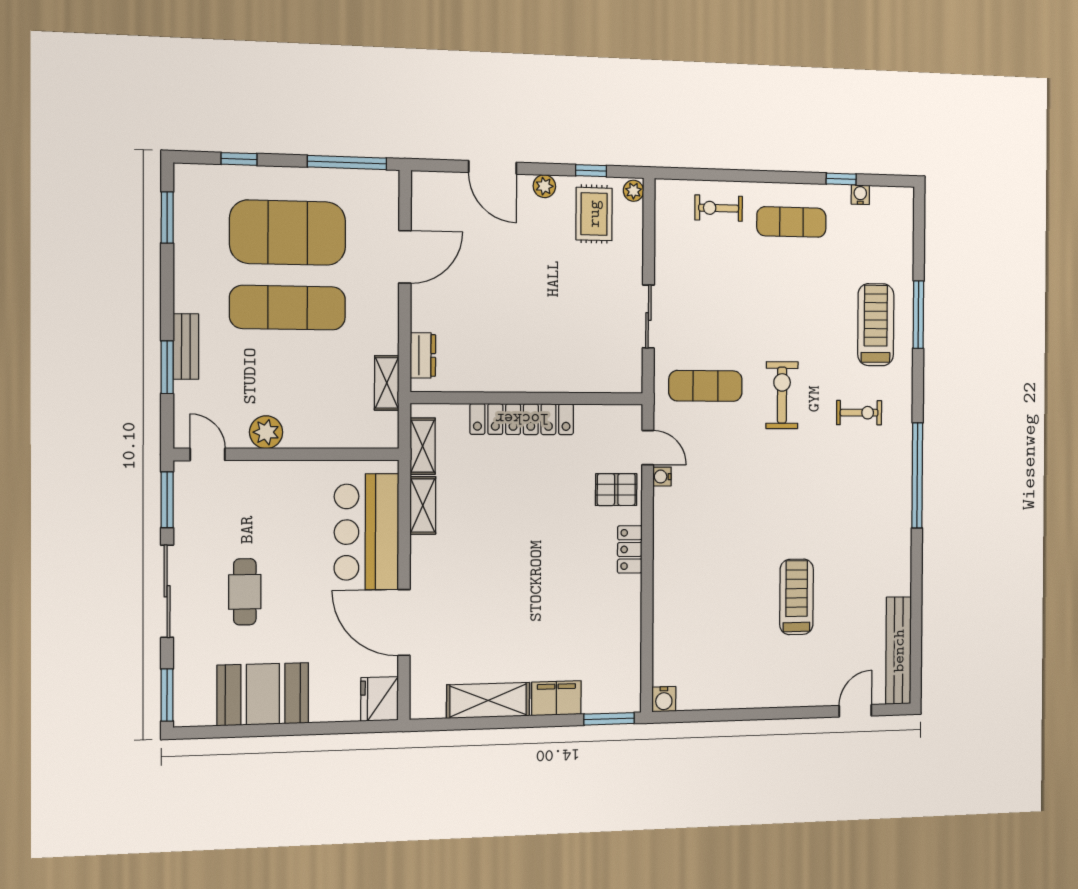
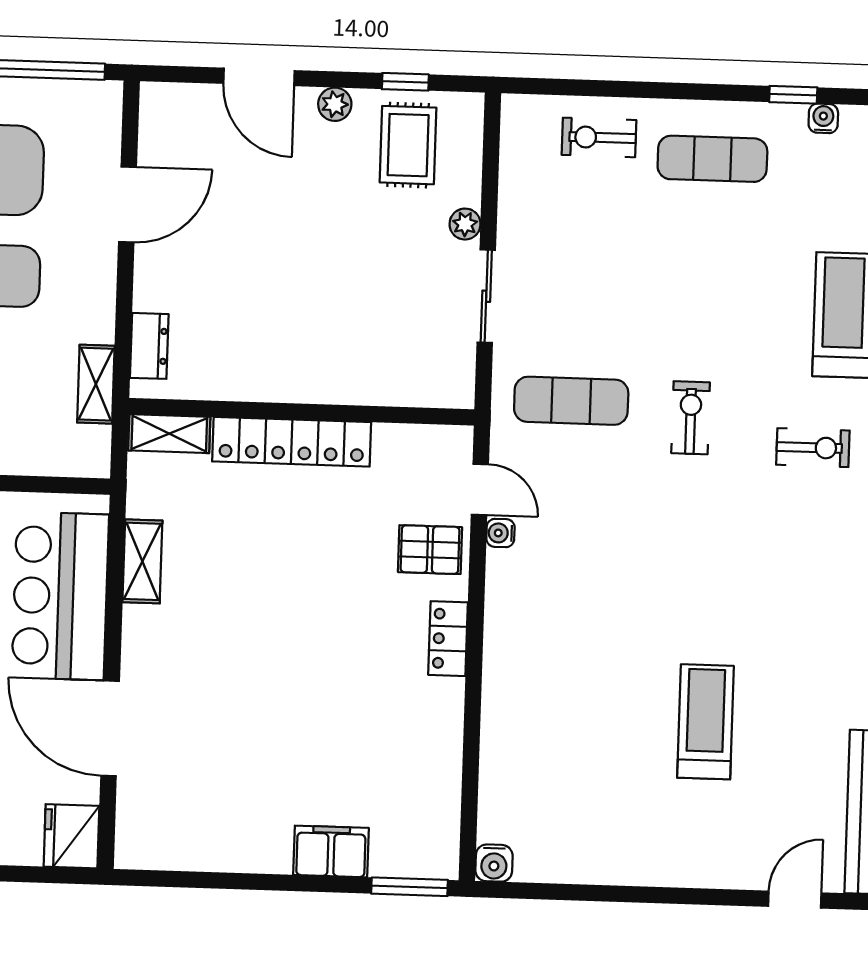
plant: (633, 191) -> (465, 224), moved
exercise bike: (782, 395) -> (691, 418), width x0.73, depth x0.72
shelving: (423, 446) -> (169, 434), moved, turned 90
shelving: (488, 700) -> (230, 848), removed

